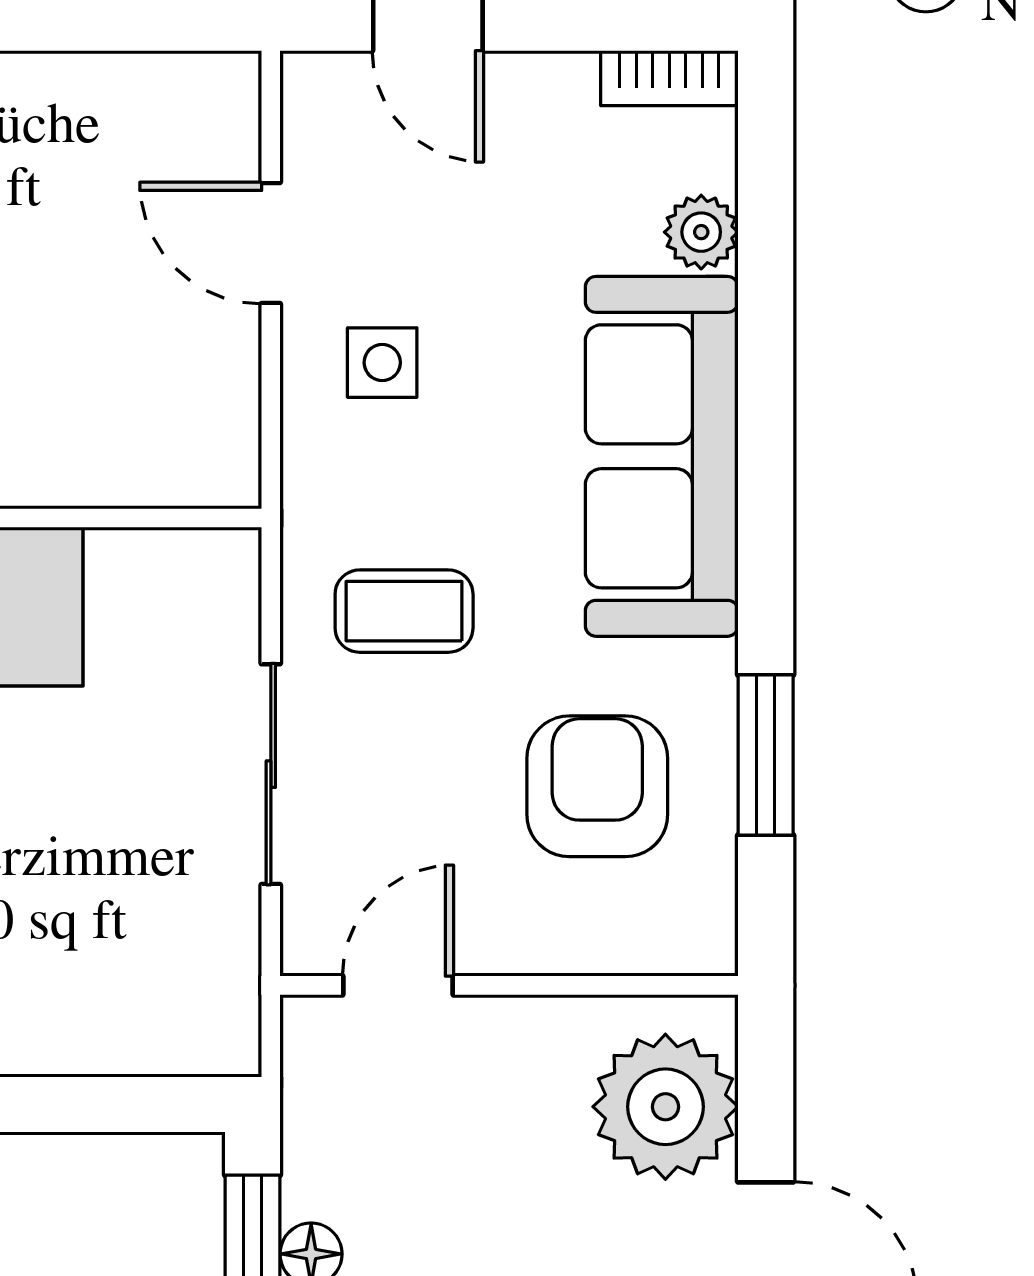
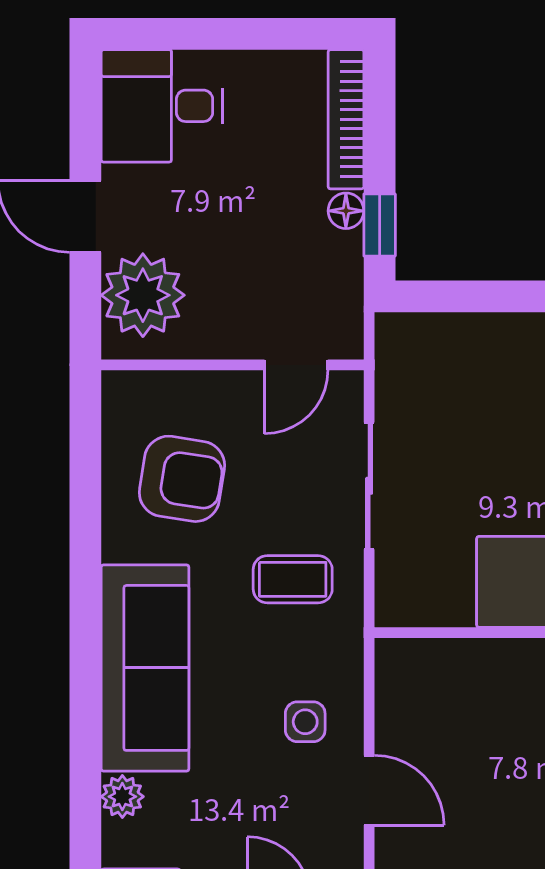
window: (766, 755) -> (85, 497), removed
armchair: (597, 786) -> (182, 479), turned -81

